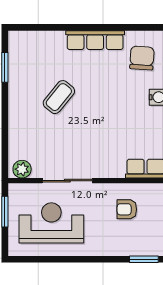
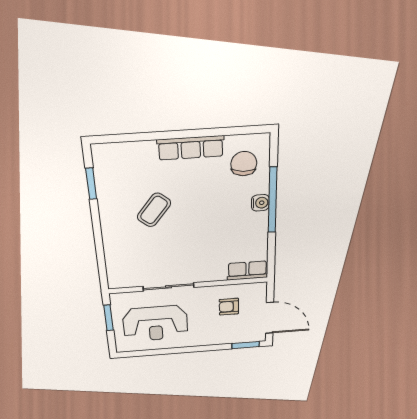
plant: (22, 169) -> (121, 280), removed
reception desk: (51, 223) -> (155, 323), turned 180

